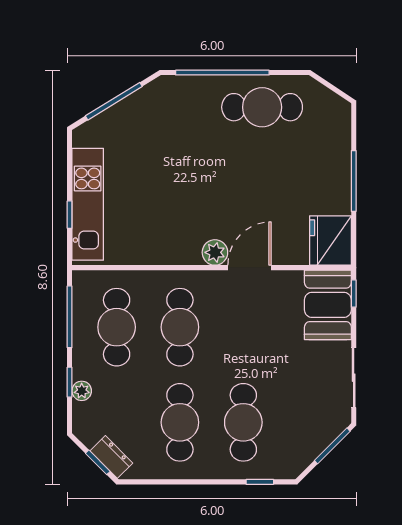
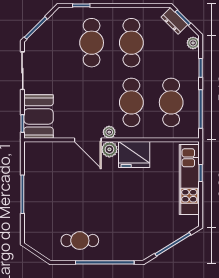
cafe table: (262, 107) -> (80, 241), width x0.73, depth x0.74
fridge: (330, 241) -> (134, 154), moved, turned 90
door: (249, 268) -> (88, 140), hinge flipped
plant: (215, 280) -> (109, 132), added
plant: (82, 391) -> (193, 43), moved

